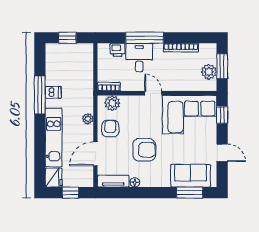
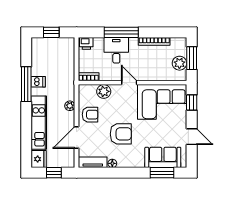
printer: (118, 50) -> (86, 43), moved
plant: (112, 103) -> (104, 91), moved
armchair: (110, 129) -> (90, 115), turned 90

